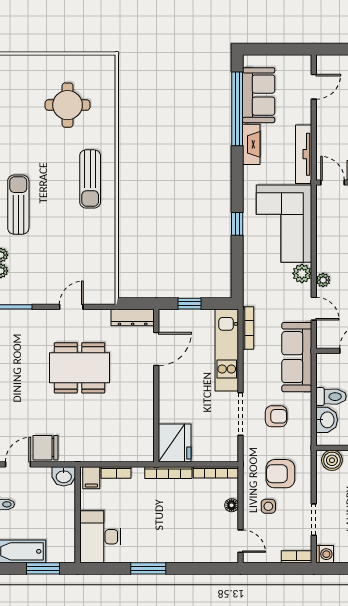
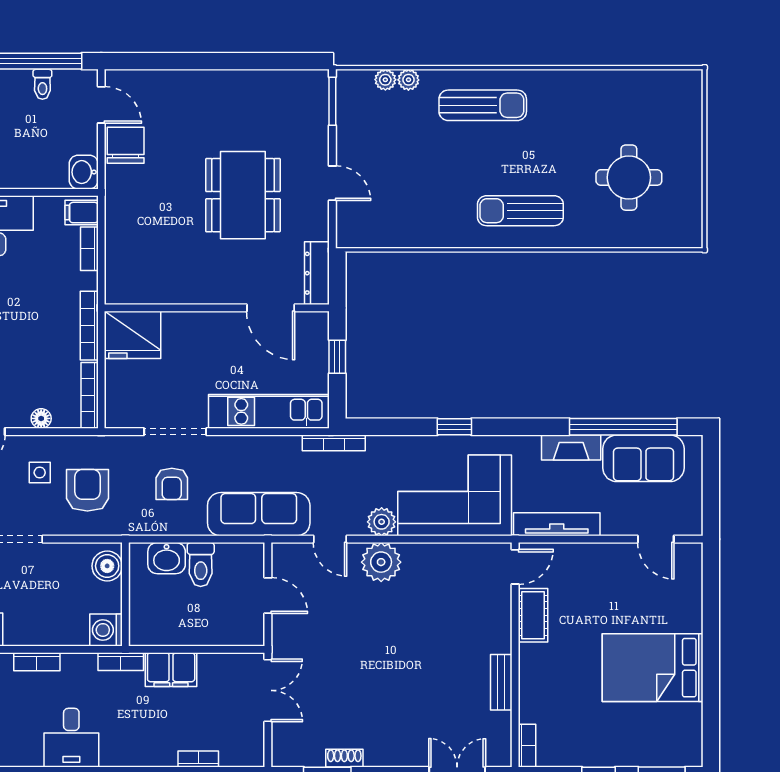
plant: (323, 280) -> (381, 562), width x1.88, depth x1.88
door: (314, 309) -> (330, 539), hinge flipped
bookcase: (248, 328) -> (334, 443), moved

